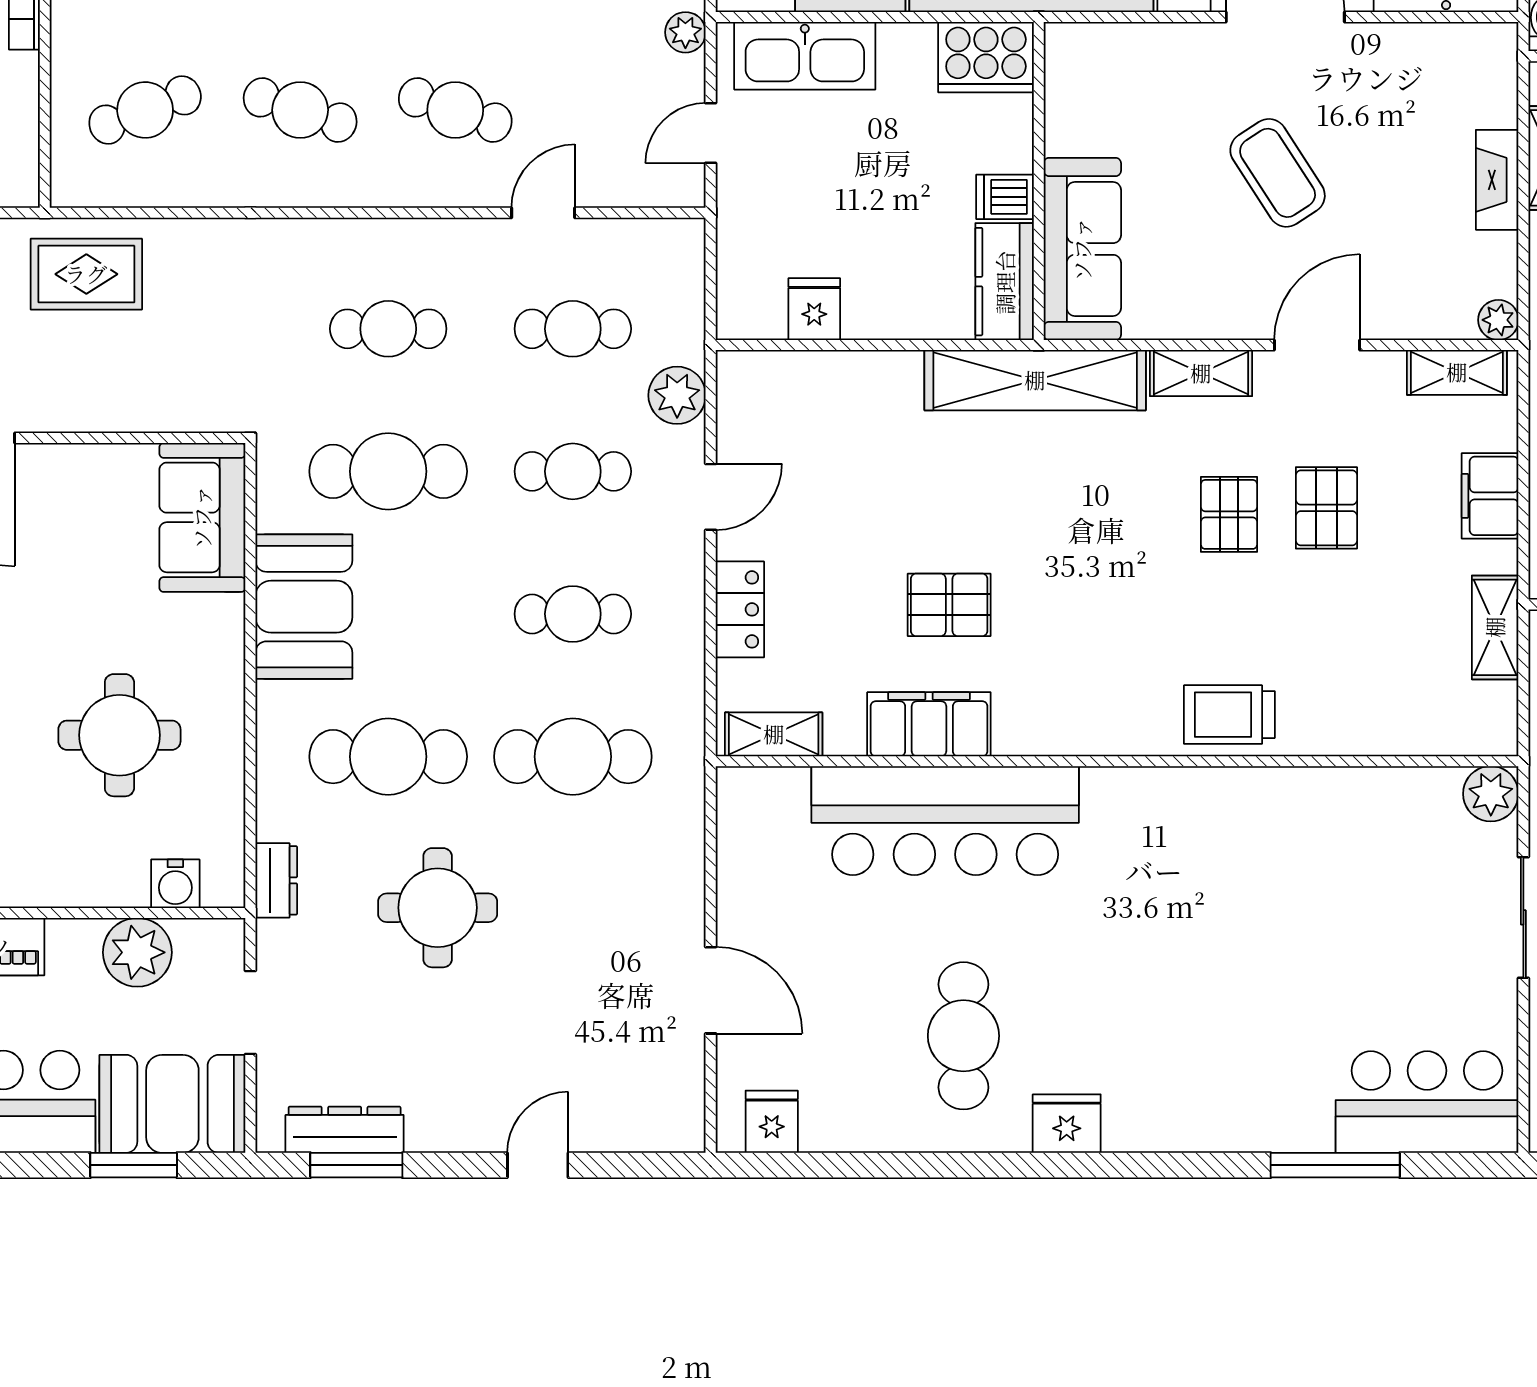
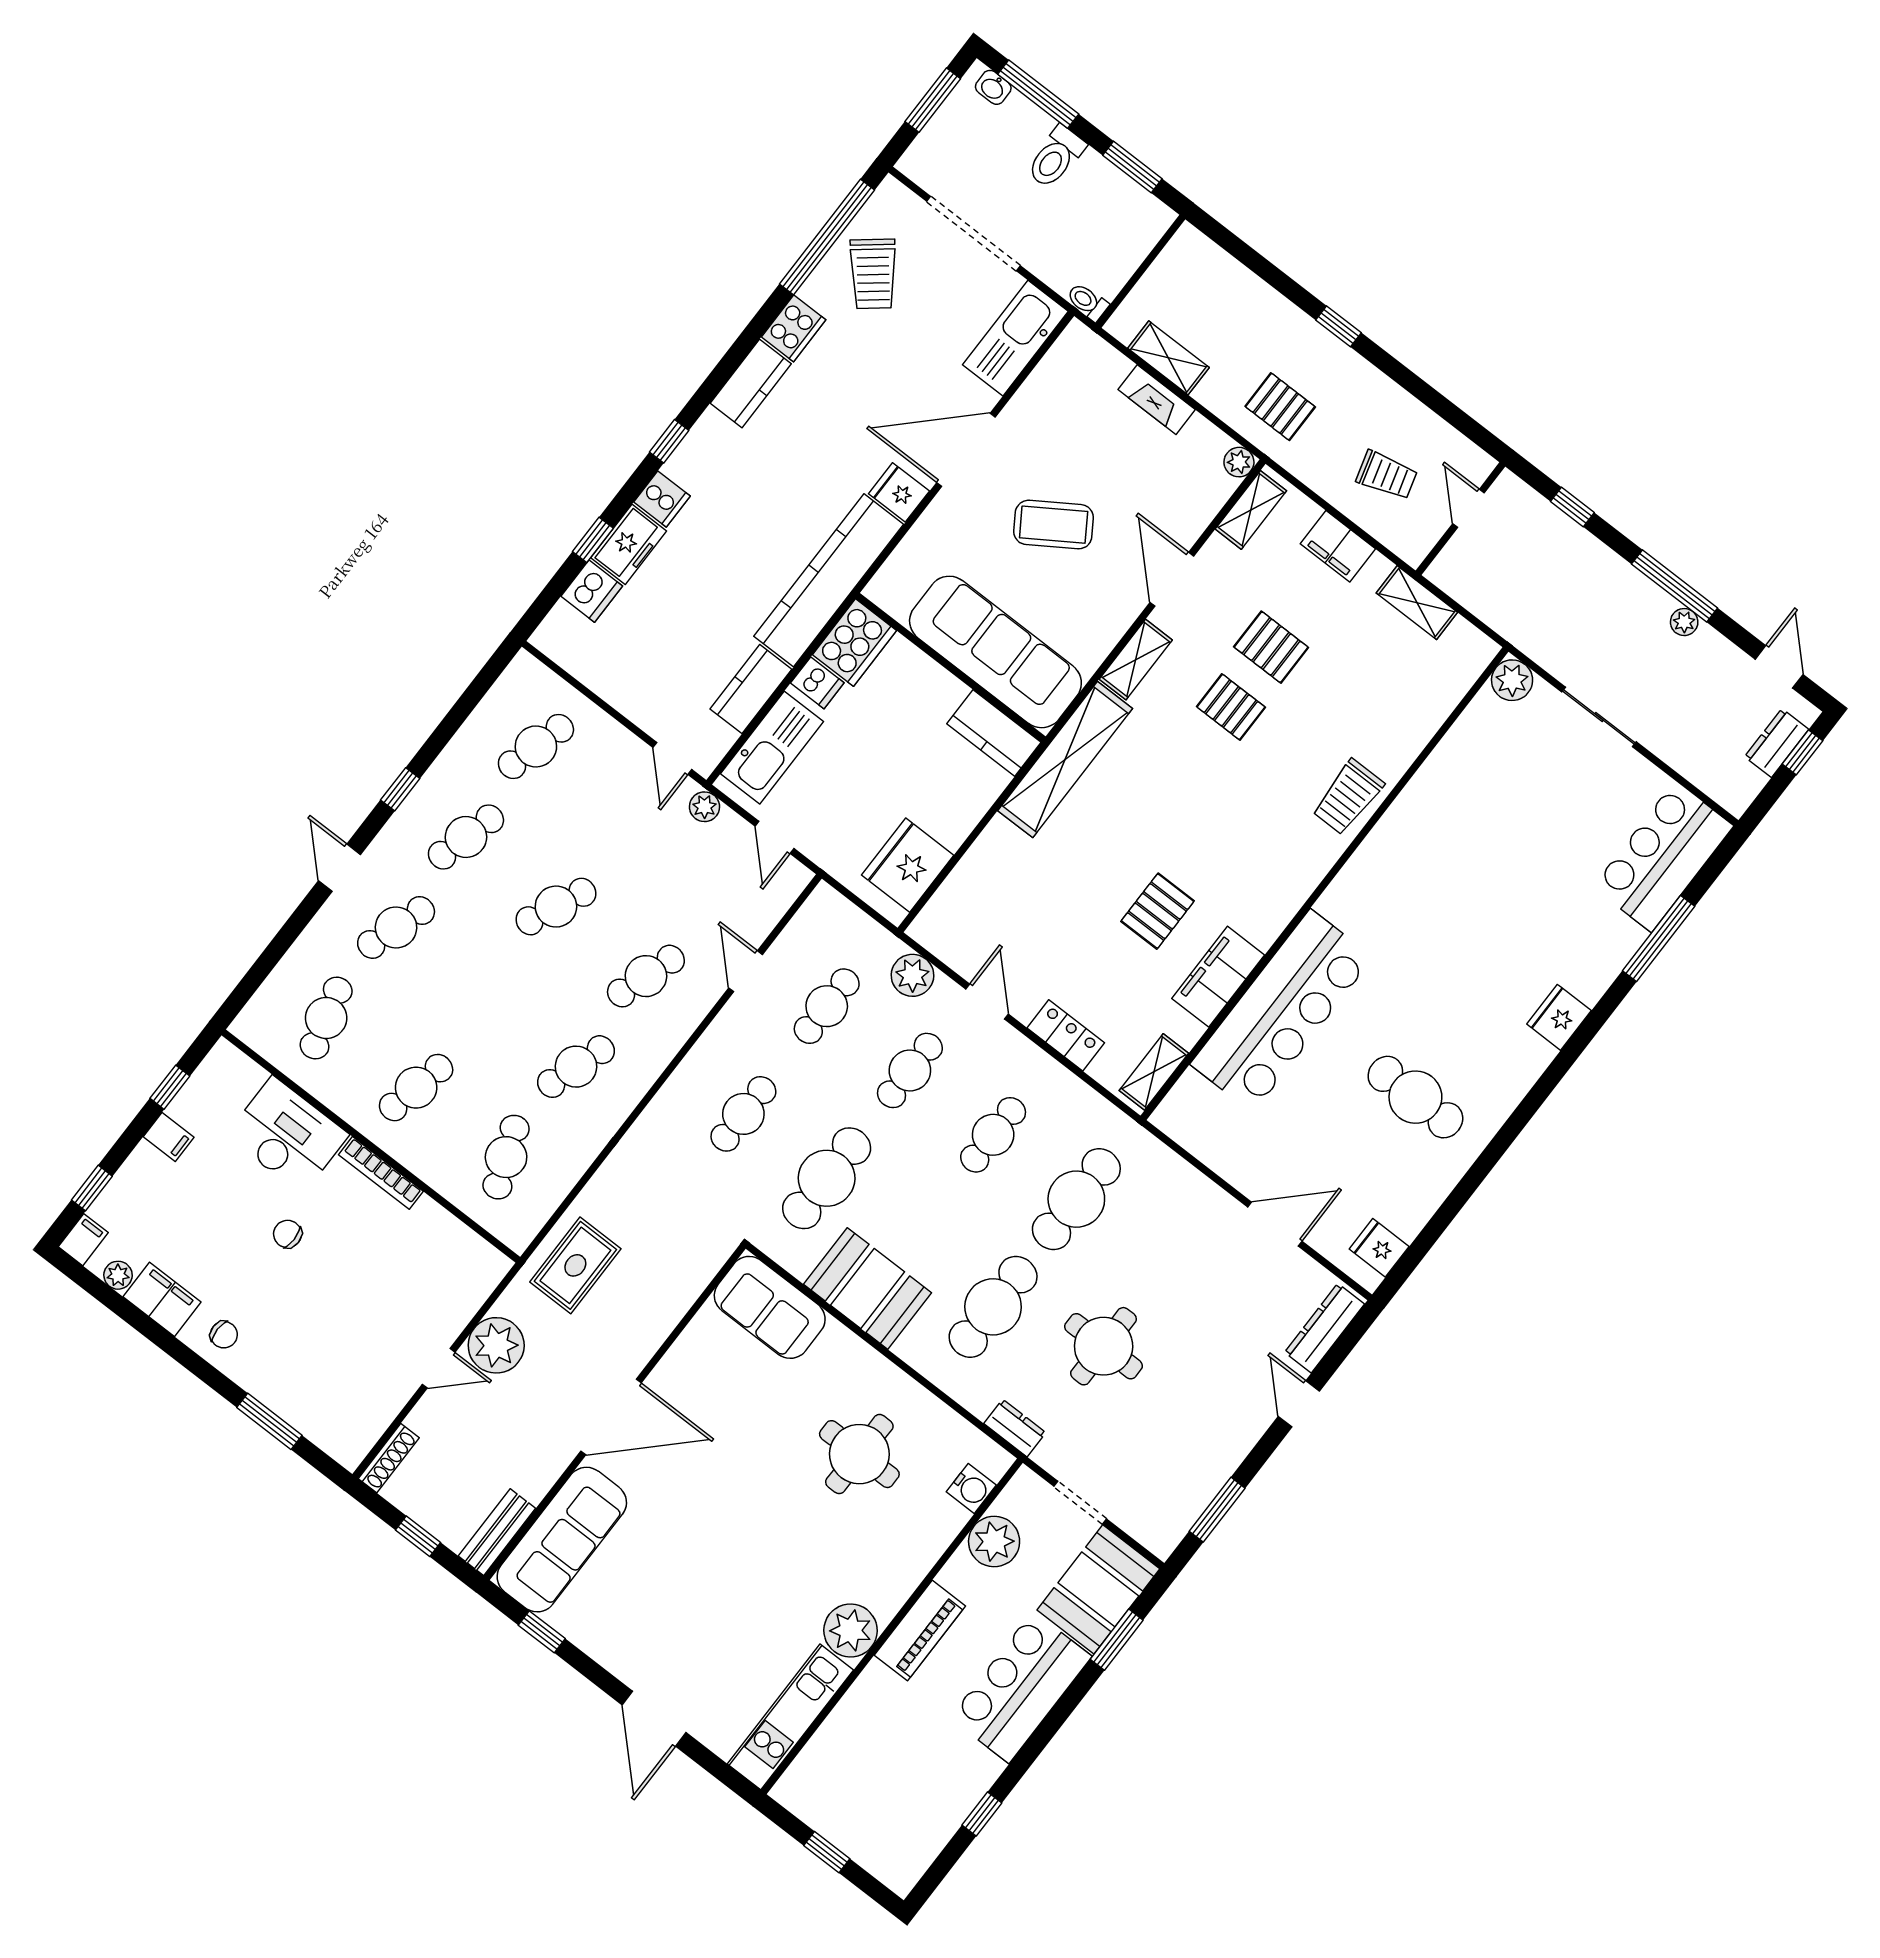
dishwasher: (1005, 197) -> (817, 683), moved, turned -90
sofa: (1082, 249) -> (995, 652), width x1.36, depth x1.27
fridge: (814, 309) -> (908, 865), width x1.88, depth x1.34
fridge: (1067, 1124) -> (1559, 1017), moved
dresser: (345, 1130) -> (1324, 1328), moved

